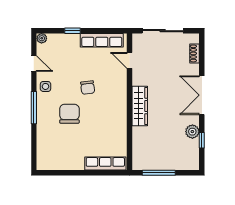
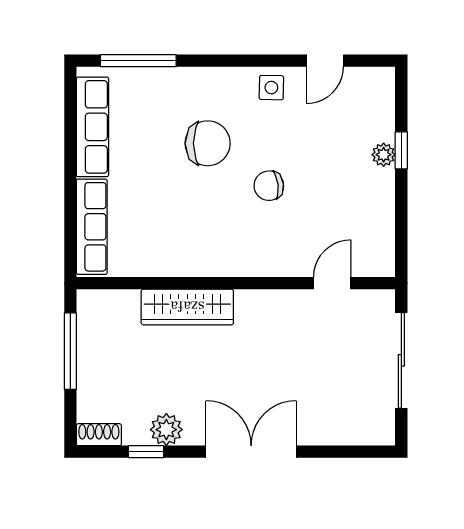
plant: (42, 38) -> (384, 155), moved
row of seats: (102, 40) -> (92, 127), moved, turned 180
shoe rack: (195, 53) -> (99, 435), moved
wardrobe: (140, 106) -> (187, 307), moved
window: (34, 108) -> (138, 61), moved

